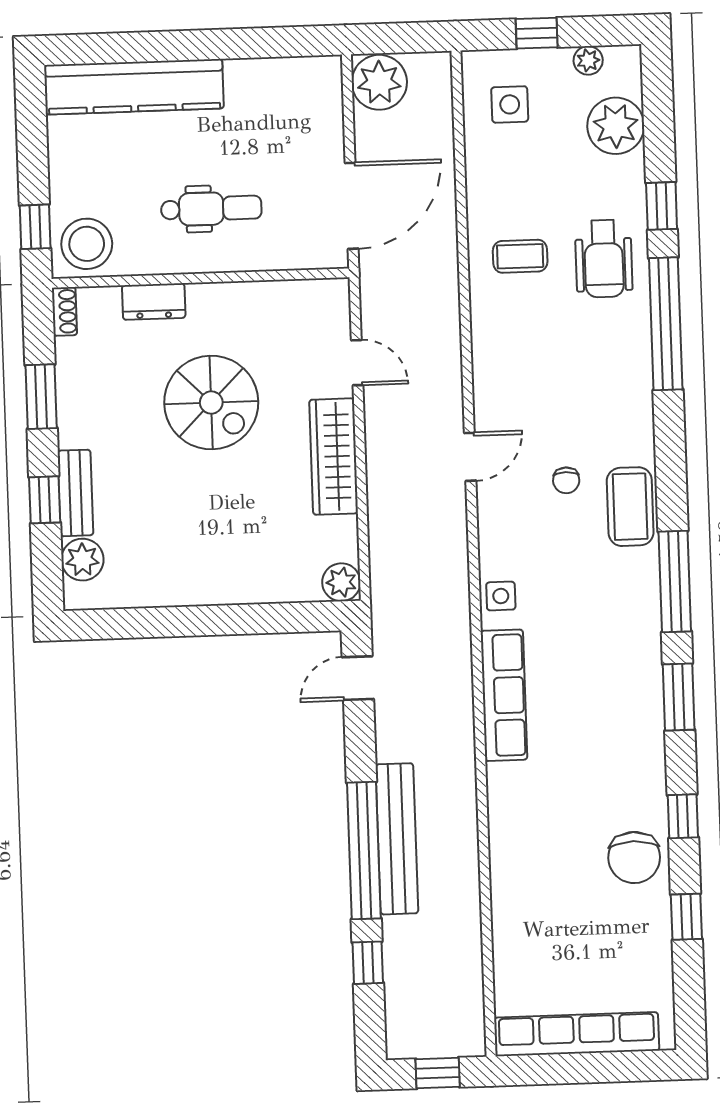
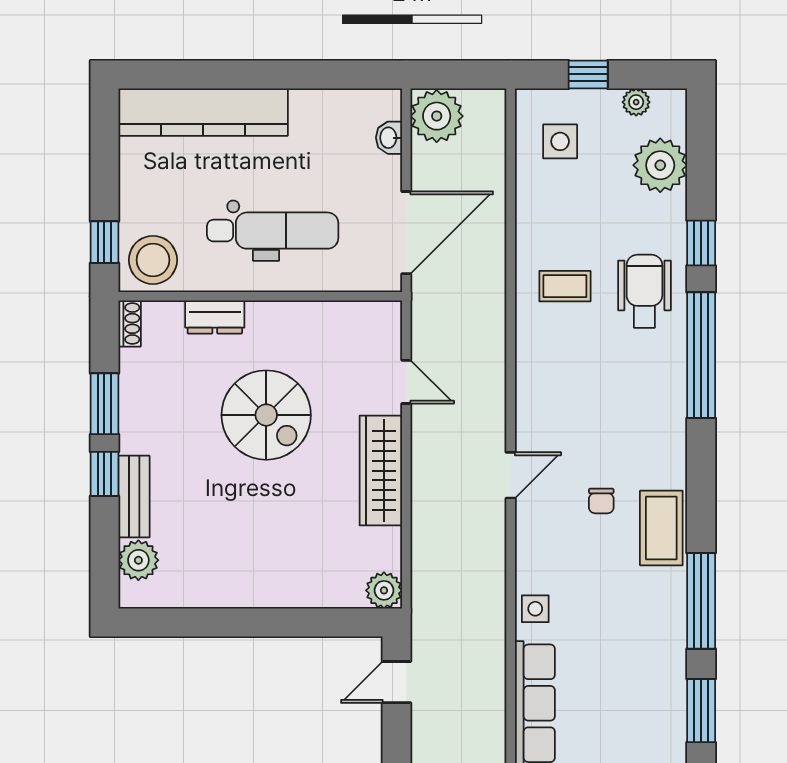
washbasin: (330, 107) -> (389, 138), added
dental chair: (211, 209) -> (273, 231), width x1.36, depth x1.38
wheelchair: (604, 259) -> (644, 291), turned 180
window: (45, 500) -> (104, 474), moved

